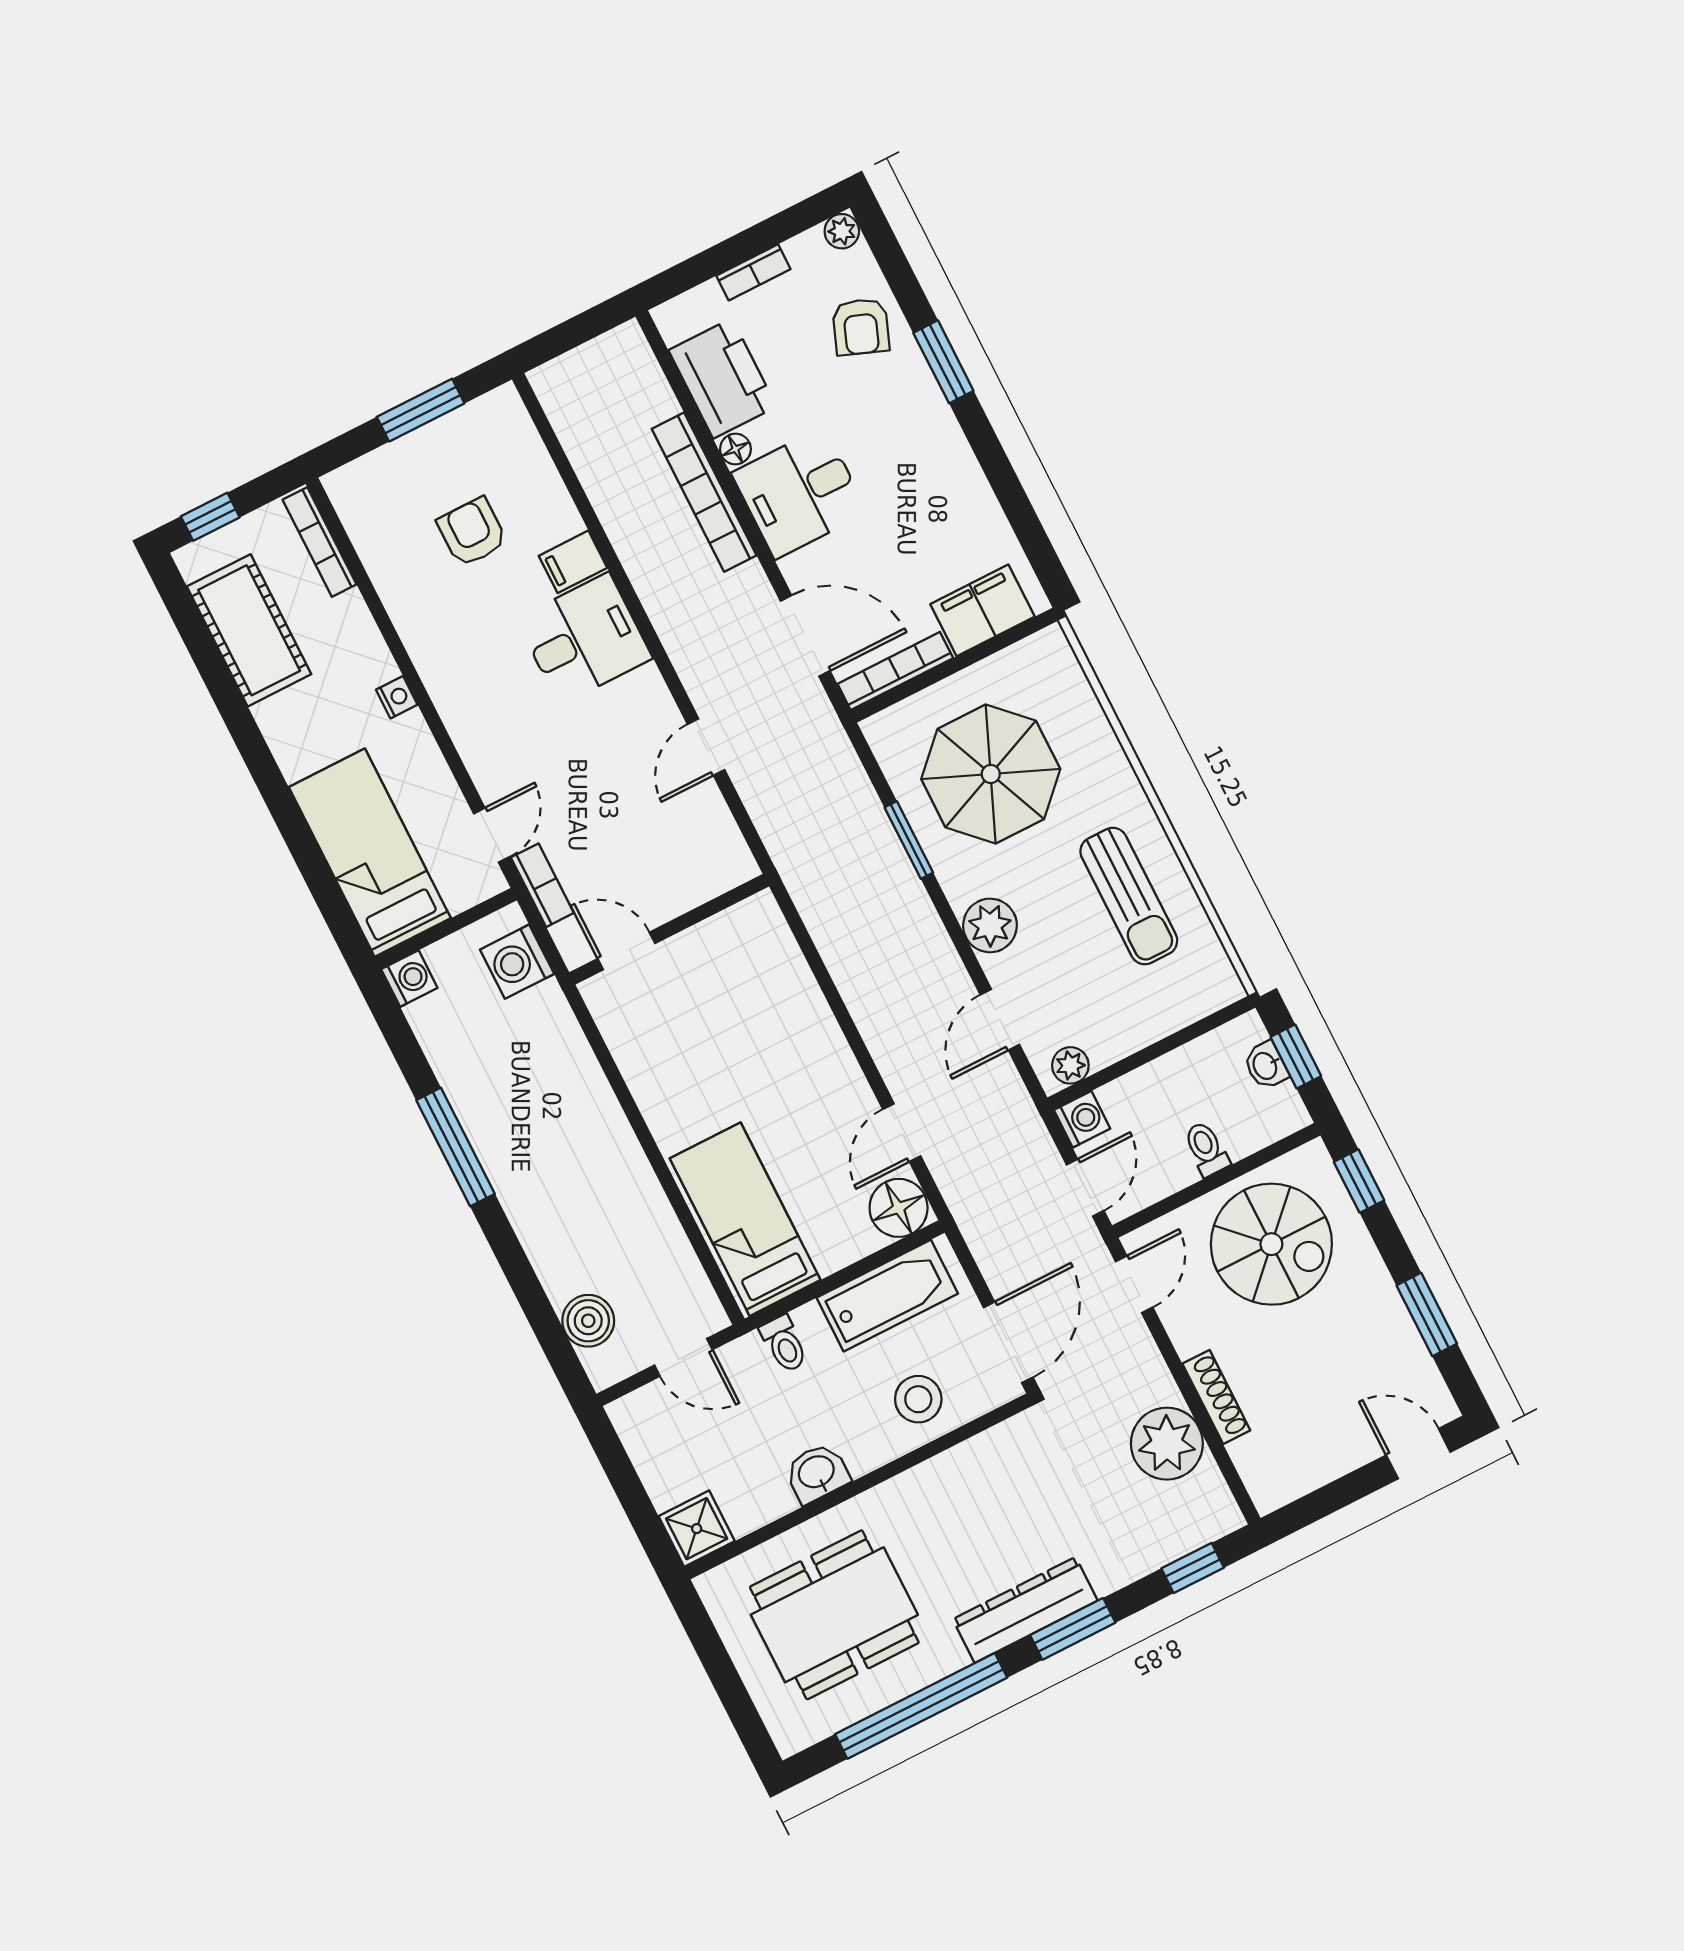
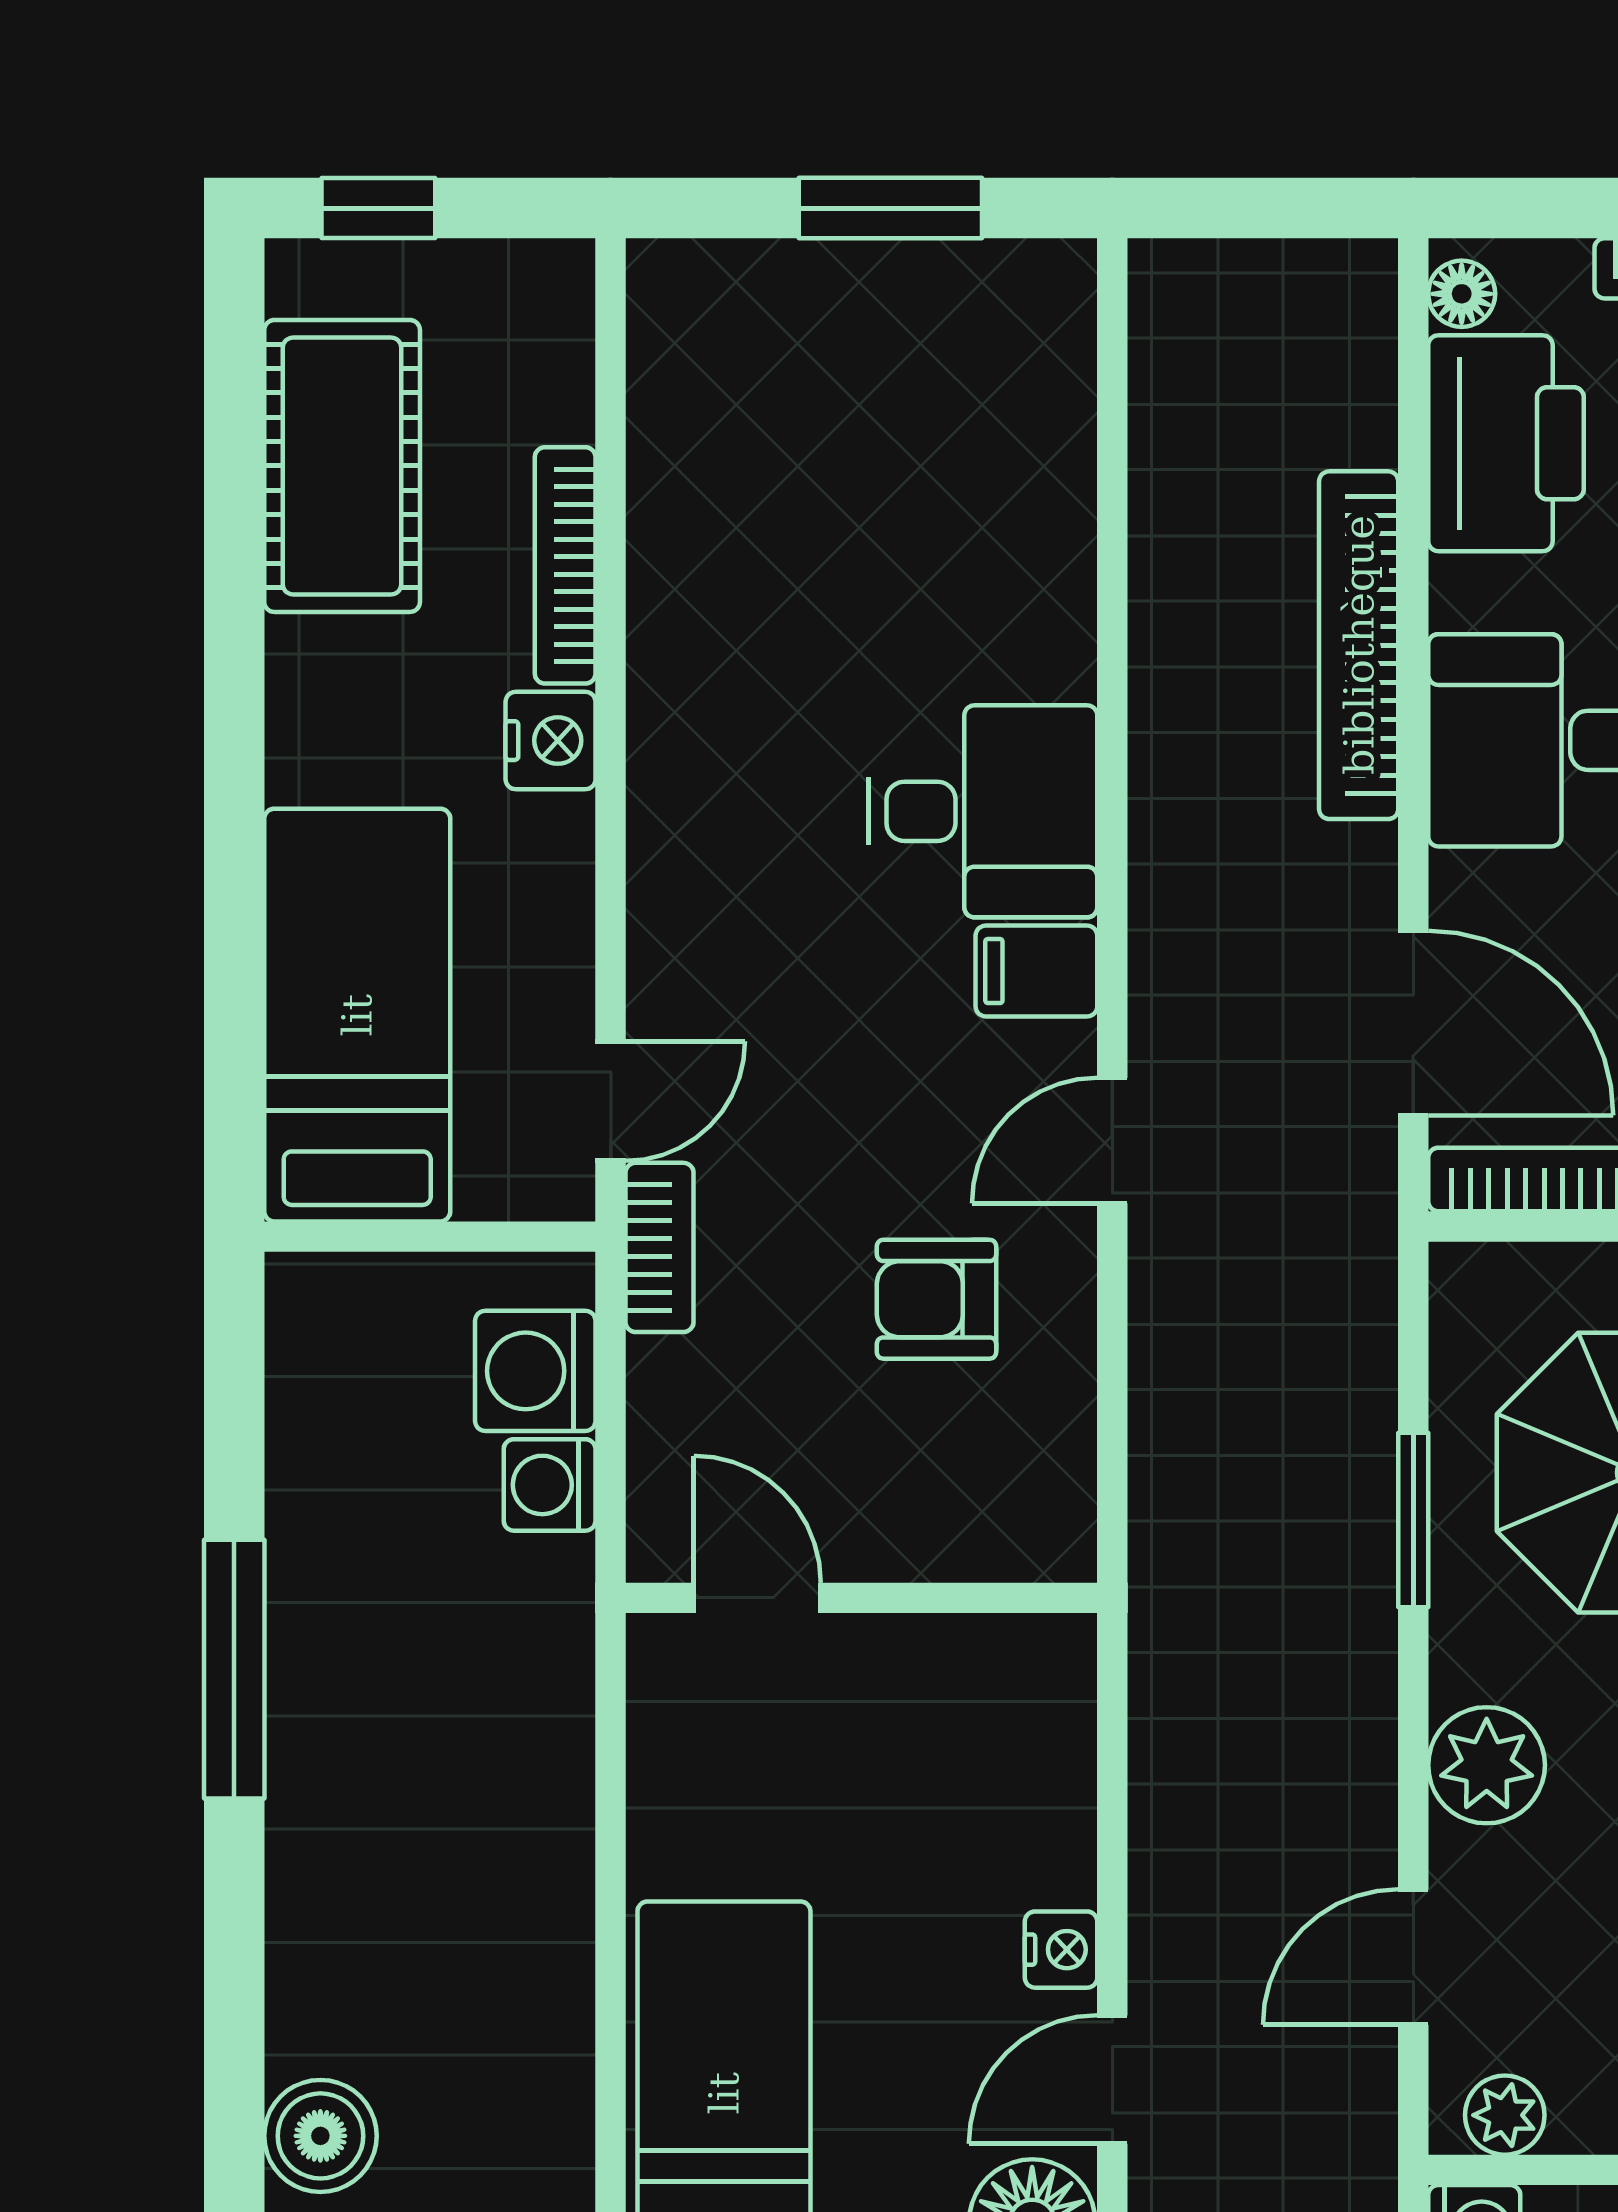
floor lamp: (735, 449) -> (1462, 294), moved
armchair: (472, 532) -> (937, 1299), moved, turned -90
bookcase: (320, 542) -> (565, 565), moved
filing cabinet: (573, 562) -> (1036, 971), moved
nightstand: (397, 697) -> (551, 741), width x1.39, depth x1.35
wall: (669, 929) -> (861, 1598), moved
door: (626, 951) -> (757, 1598), moved
washing machine: (409, 979) -> (550, 1485), moved, turned 180
nightstand: (854, 1090) -> (1061, 1950), added

